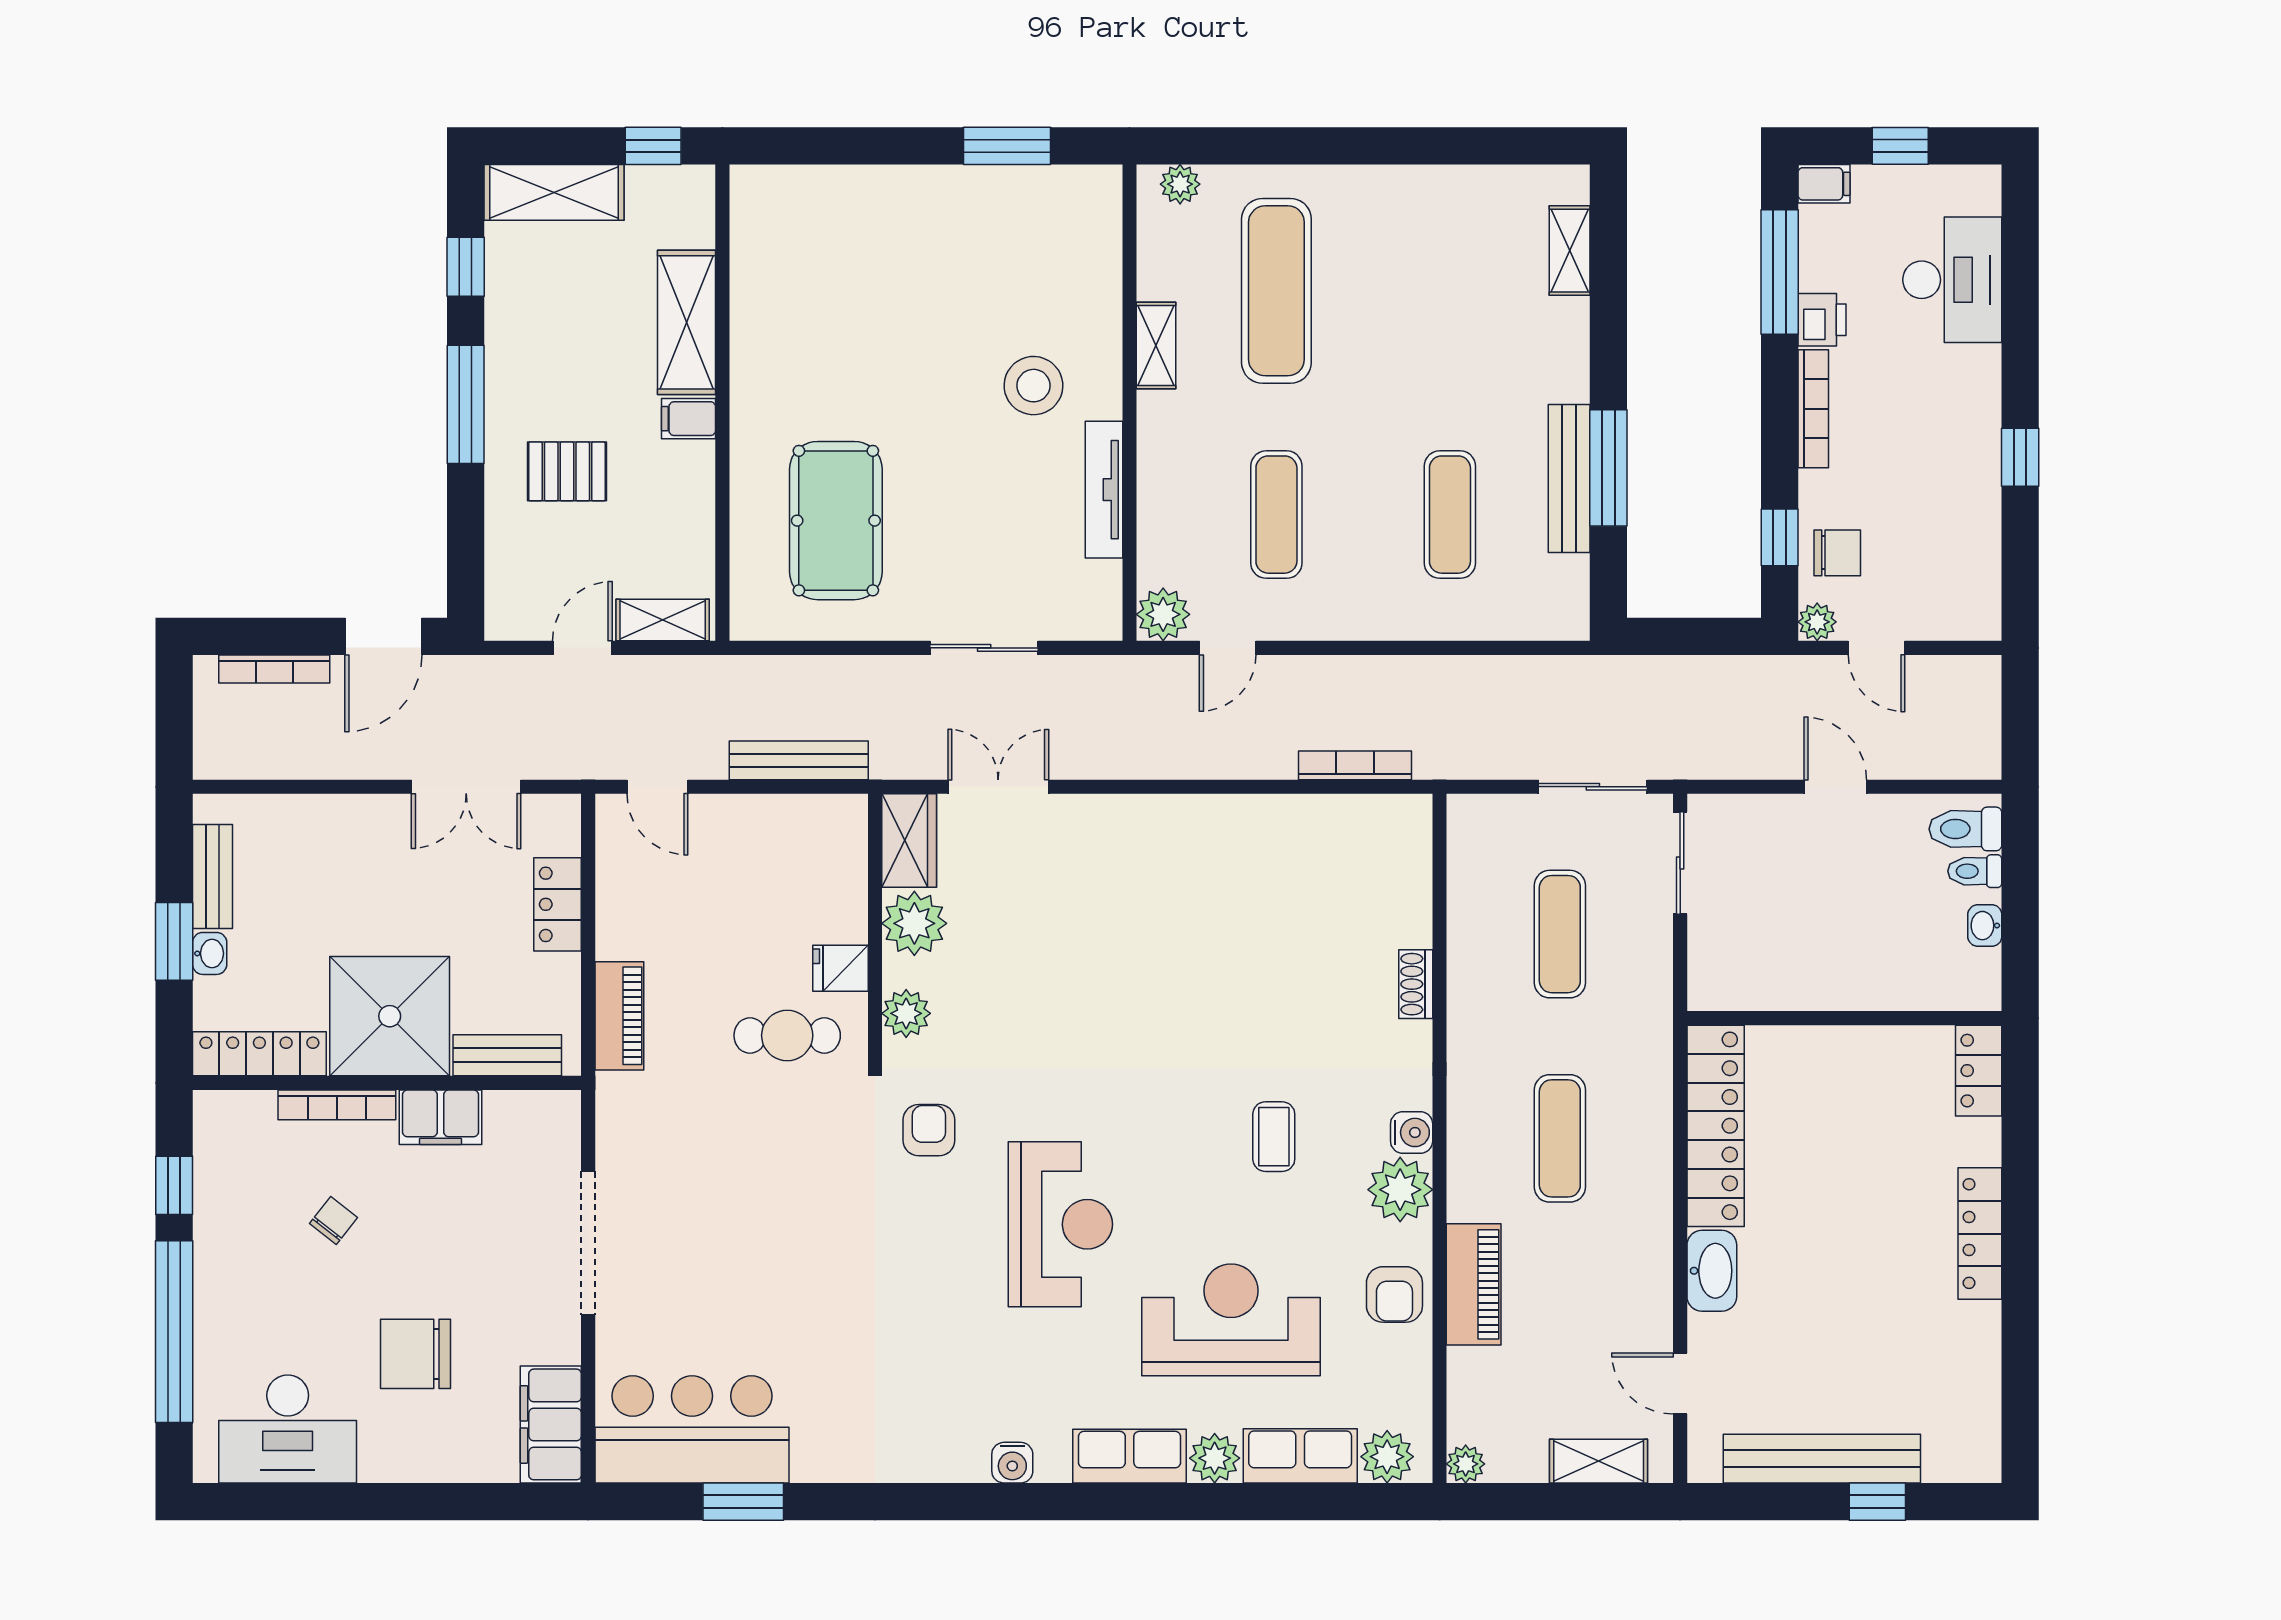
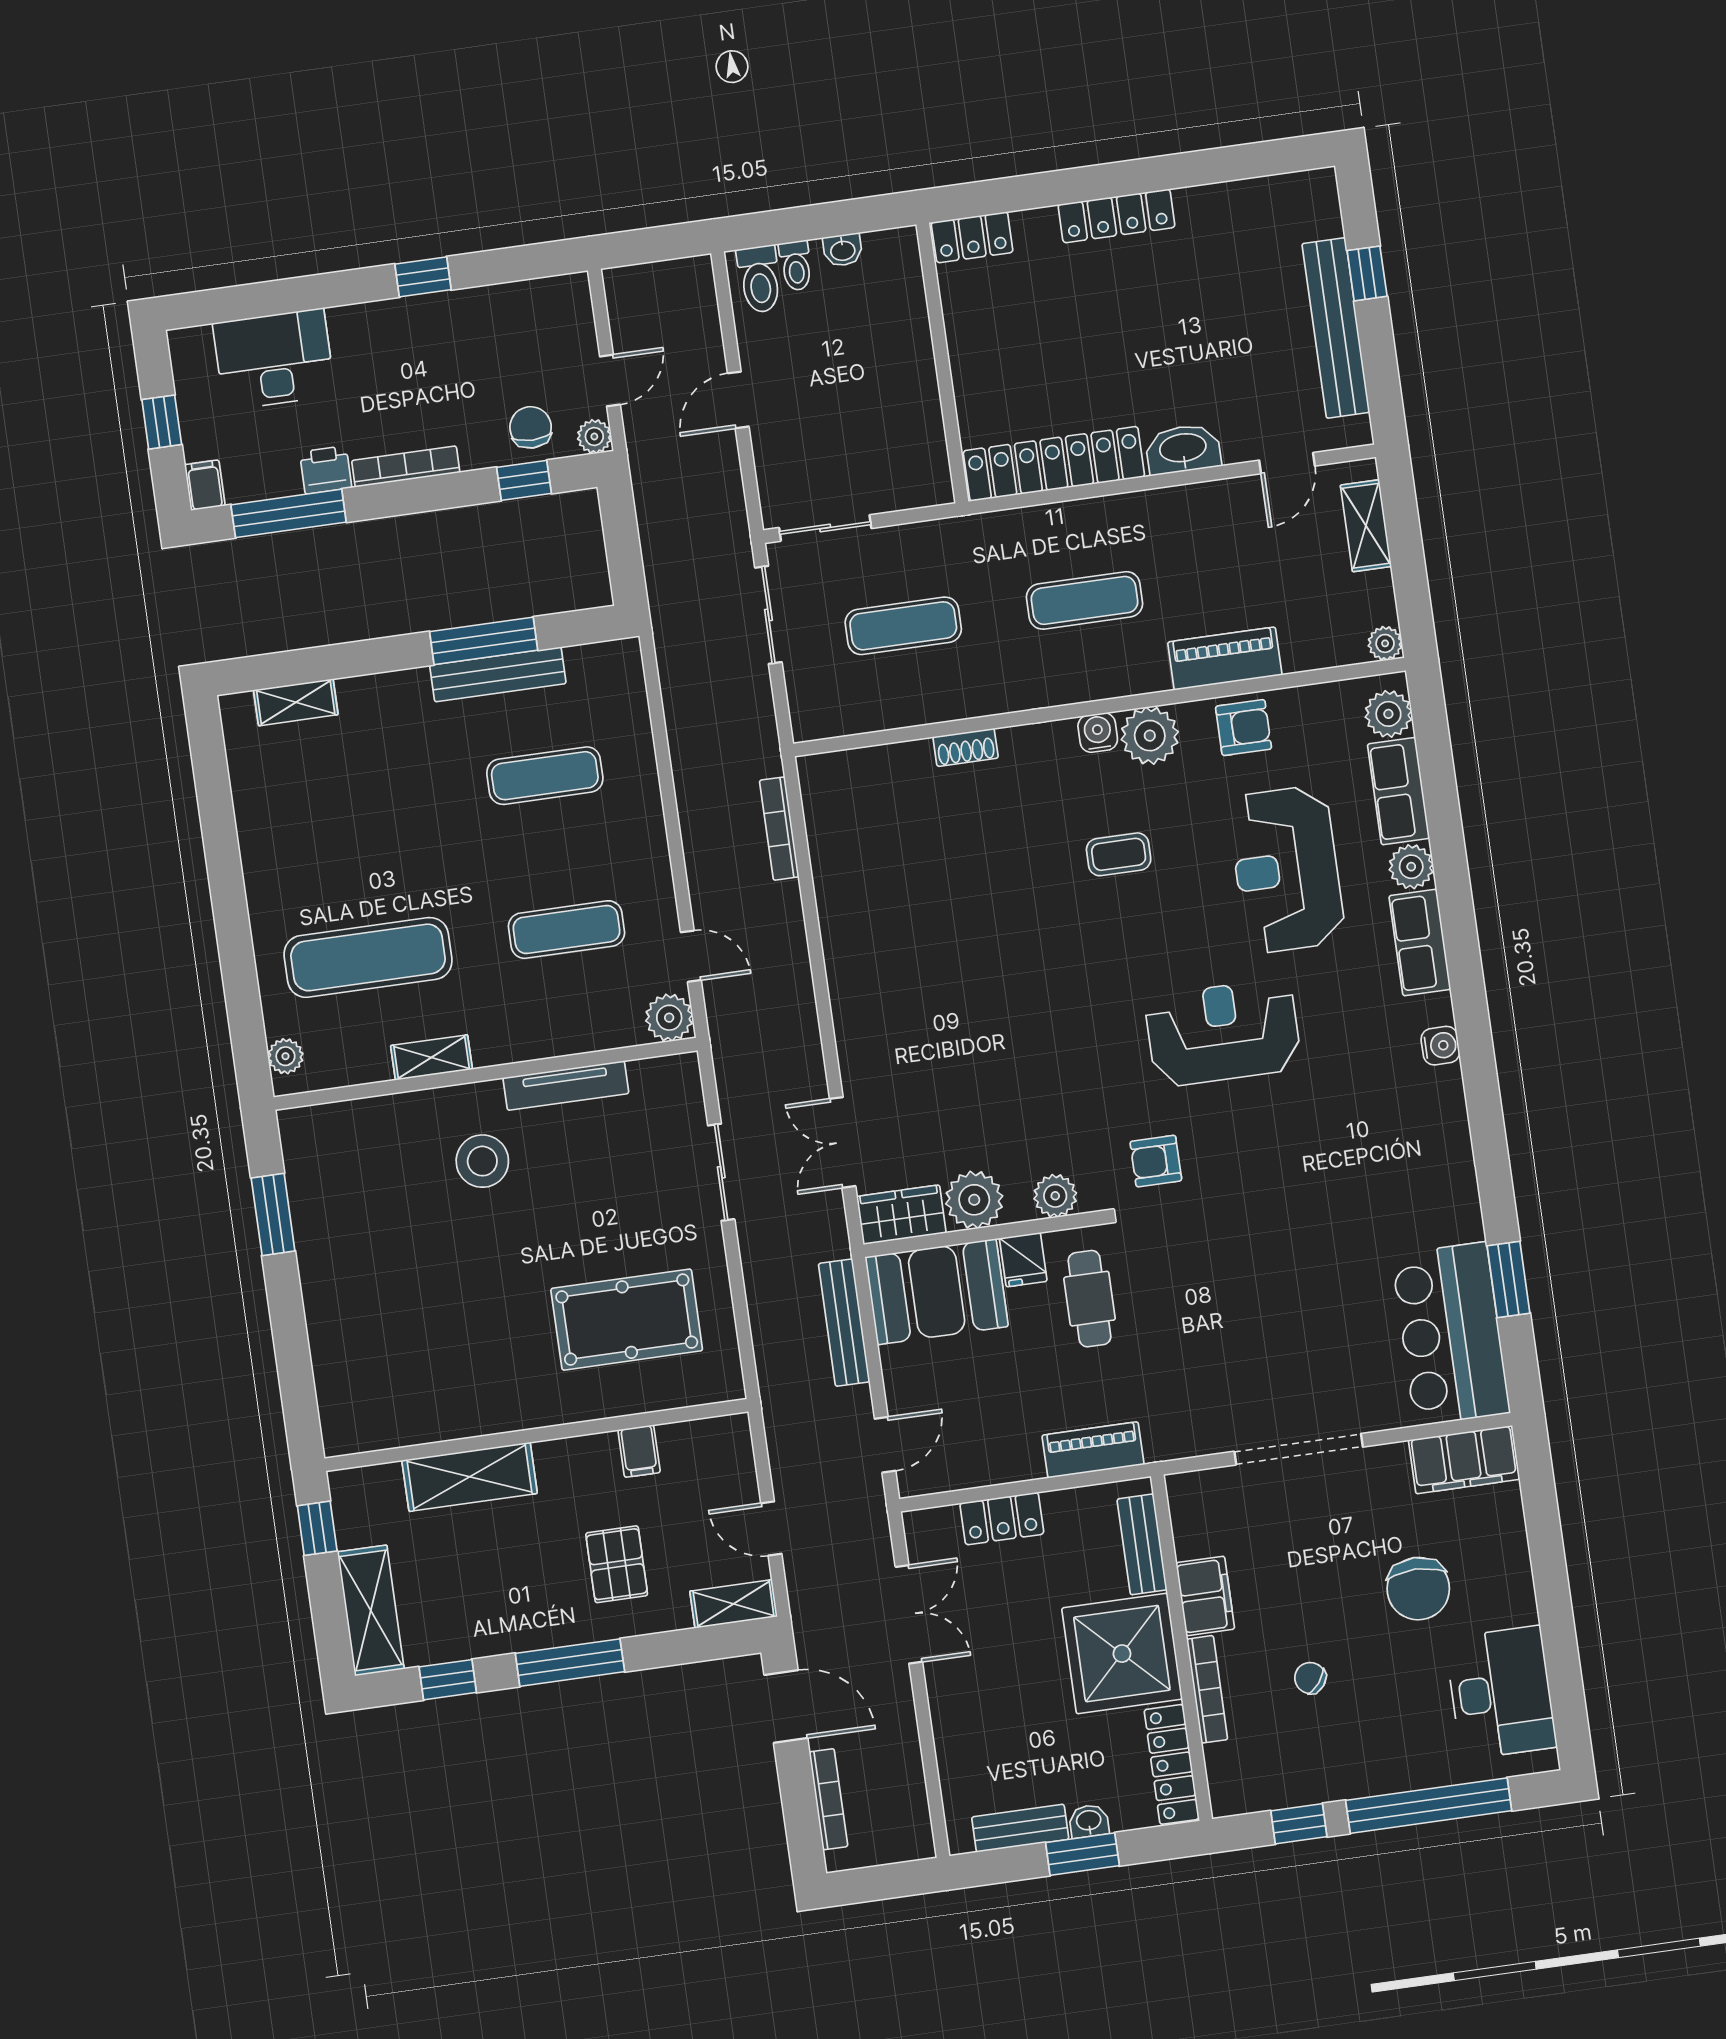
filing cabinet: (688, 419) -> (639, 1451), moved
shelving: (663, 620) -> (734, 1604), moved, turned 90
booth: (819, 868) -> (937, 1292), added

